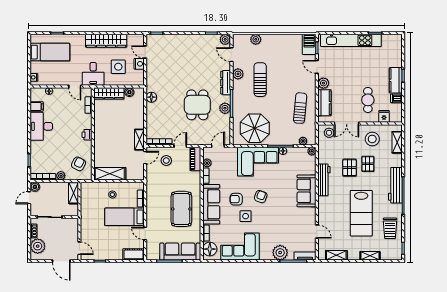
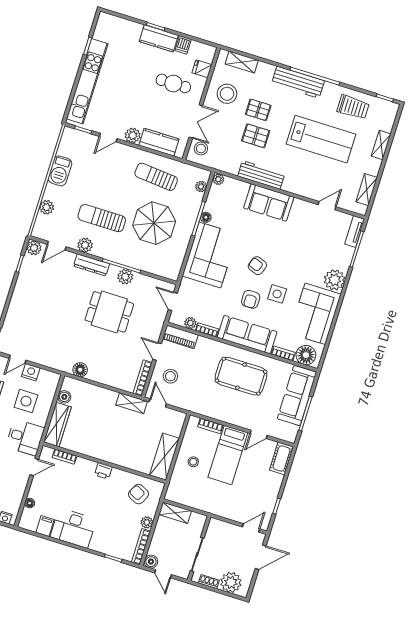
barbecue: (309, 44) -> (60, 171), moved, turned -90
parasol: (255, 128) -> (154, 223), moved
plant: (280, 253) -> (334, 280), moved

